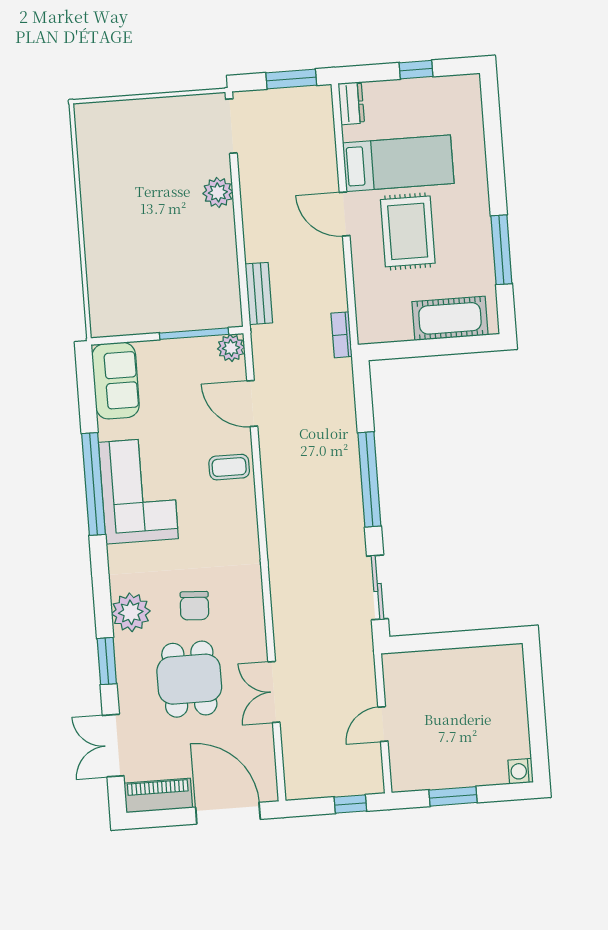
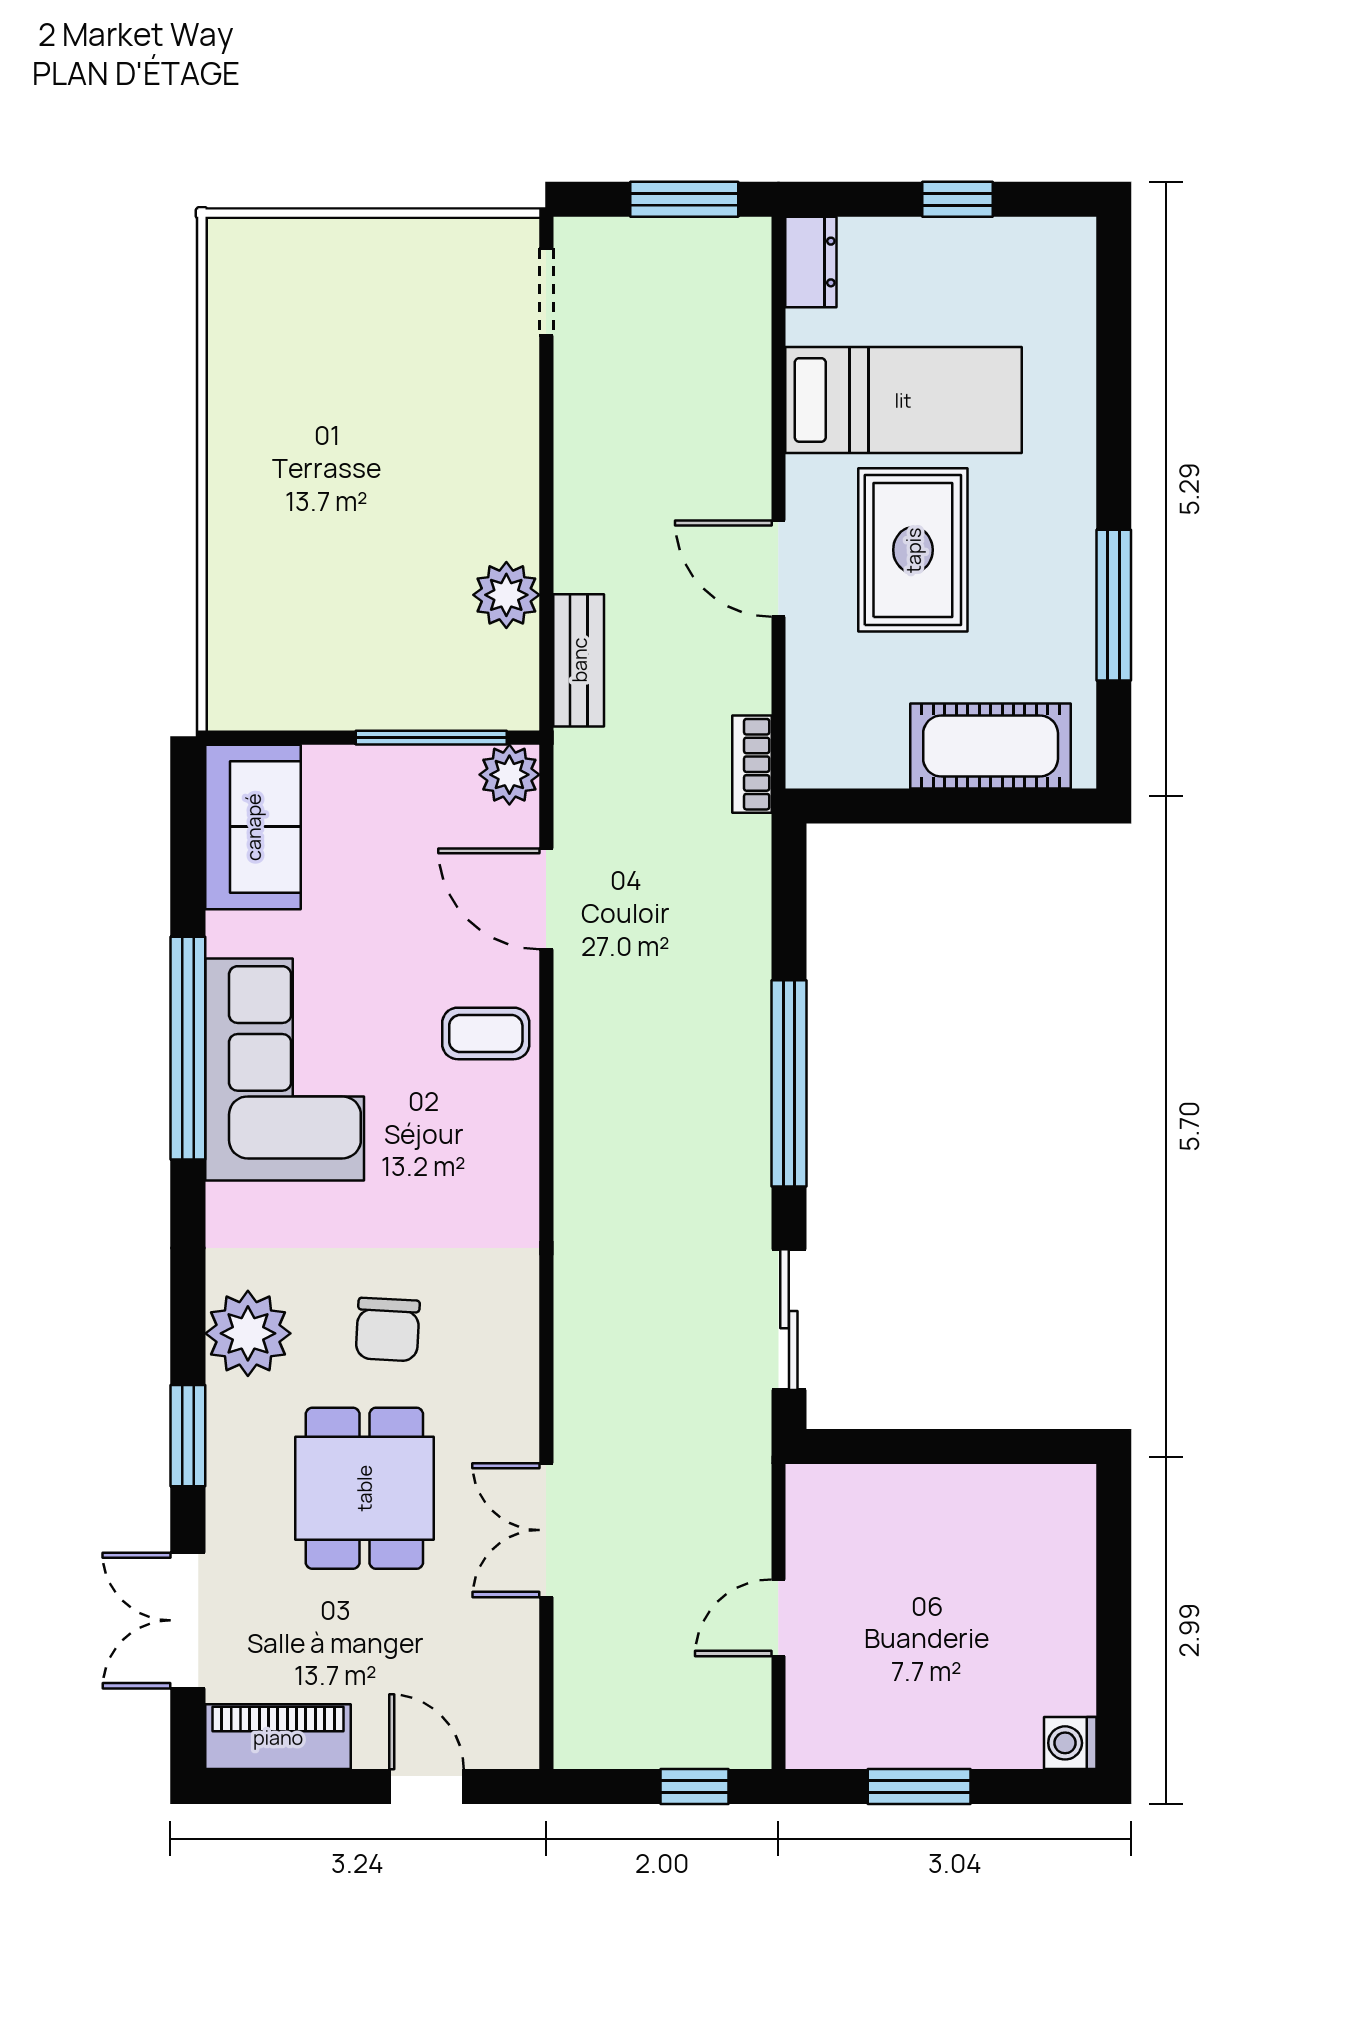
doorway: (231, 126) -> (546, 292), width x0.73
plant: (218, 192) -> (506, 595), moved
door: (345, 214) -> (778, 569), moved
door: (228, 813) -> (427, 1786), width x0.53

